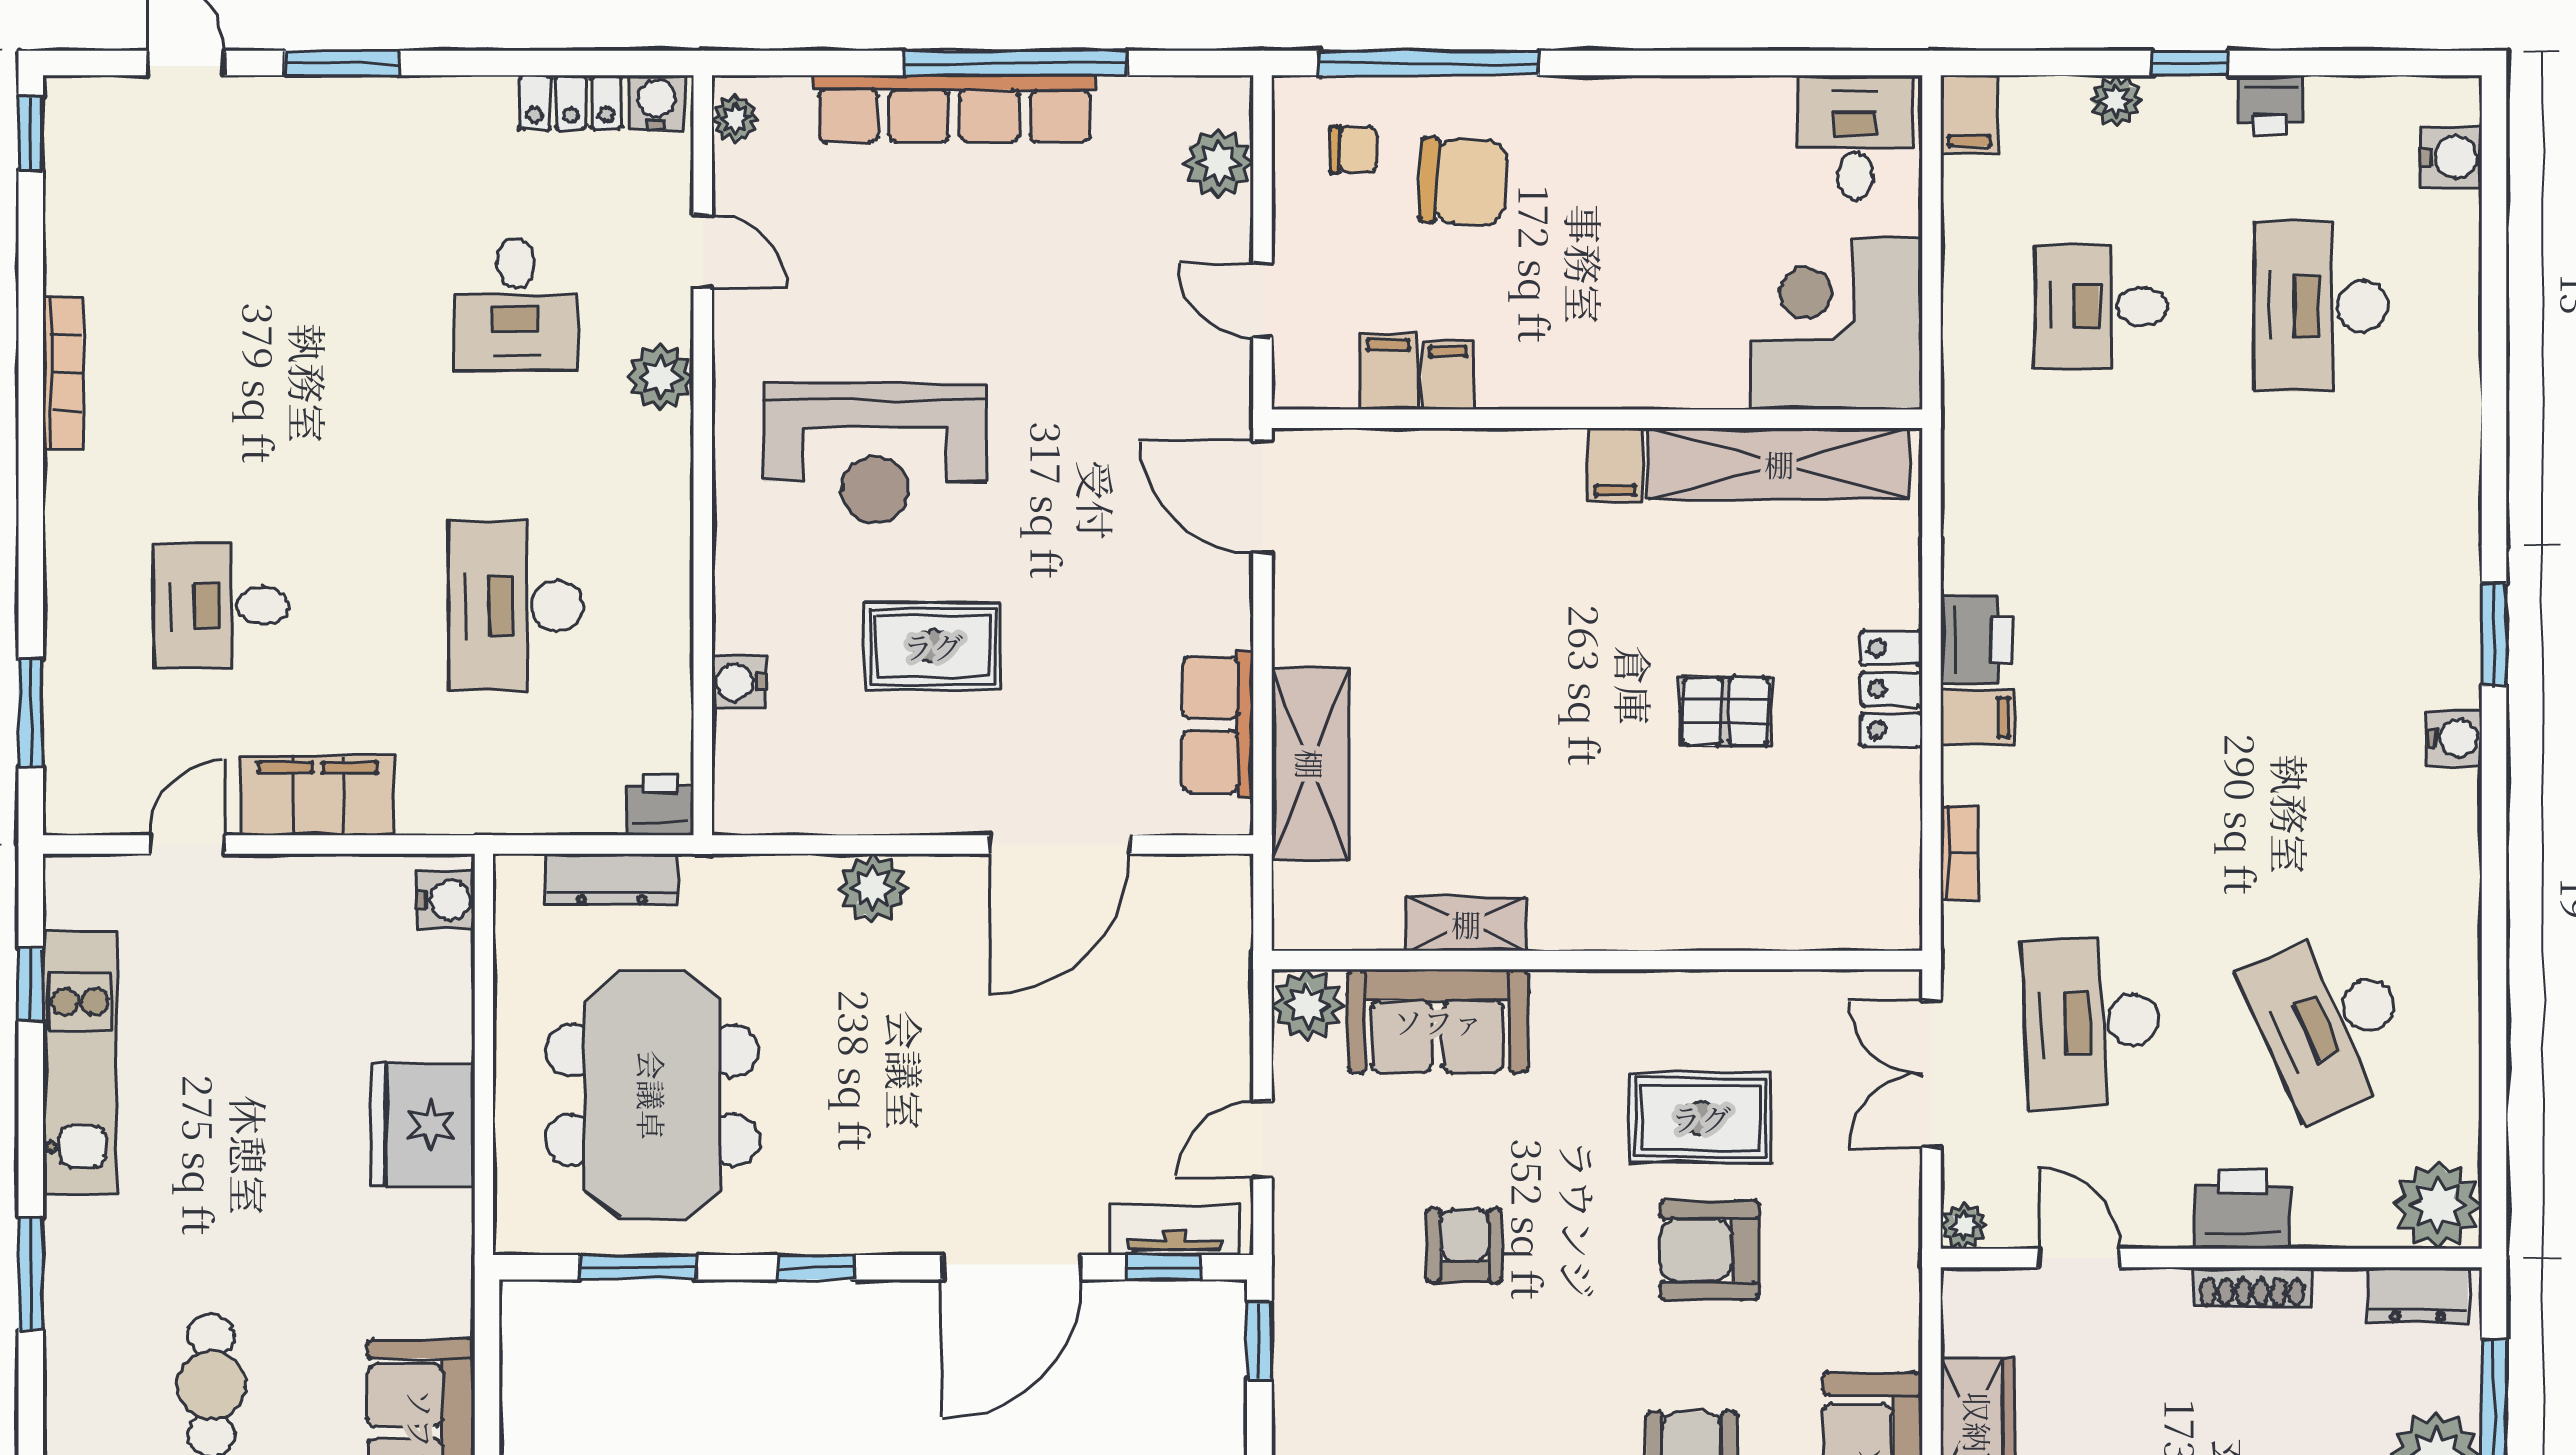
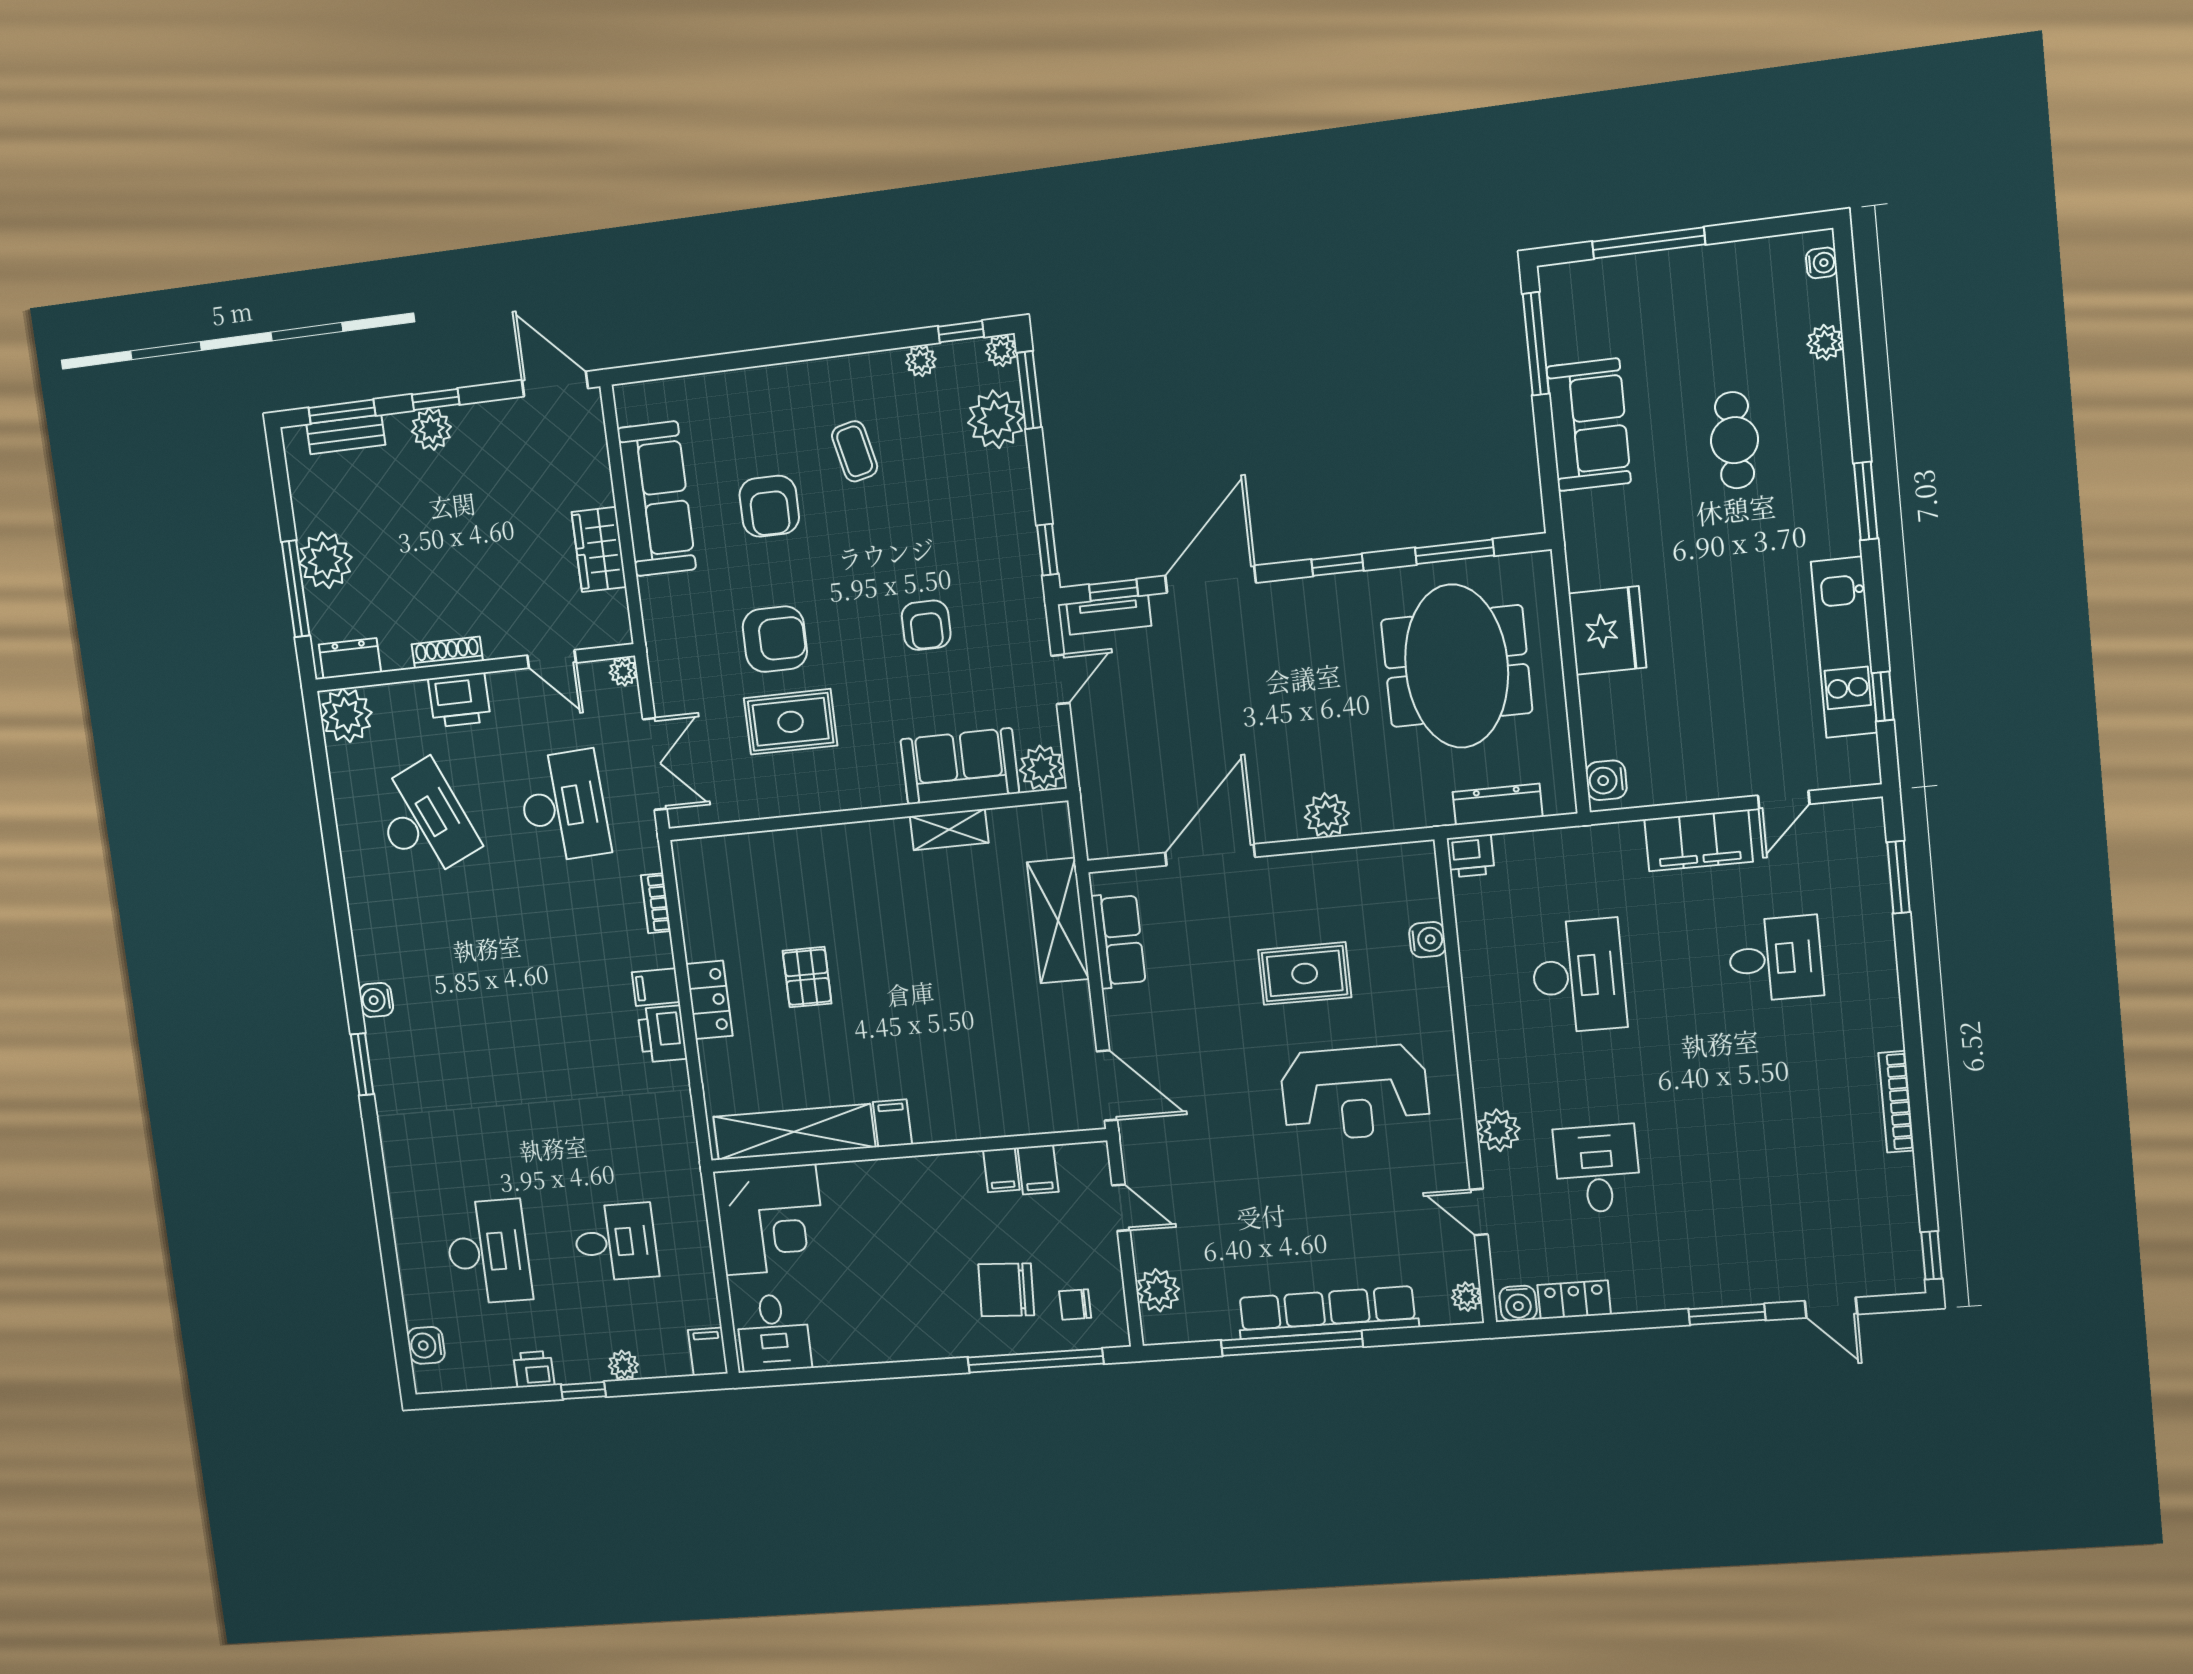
reception desk: (875, 453) -> (1355, 1093), turned 180
pallet: (1725, 711) -> (807, 977), turned 90

